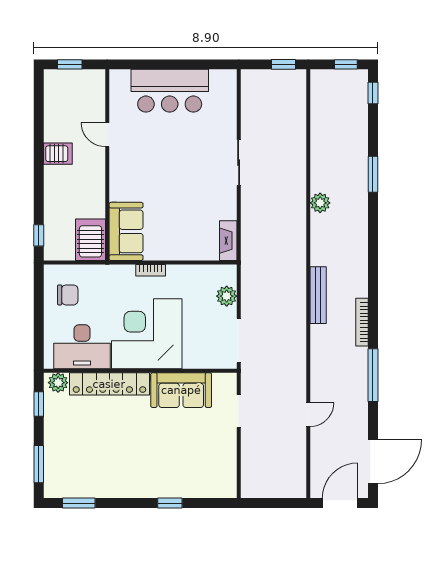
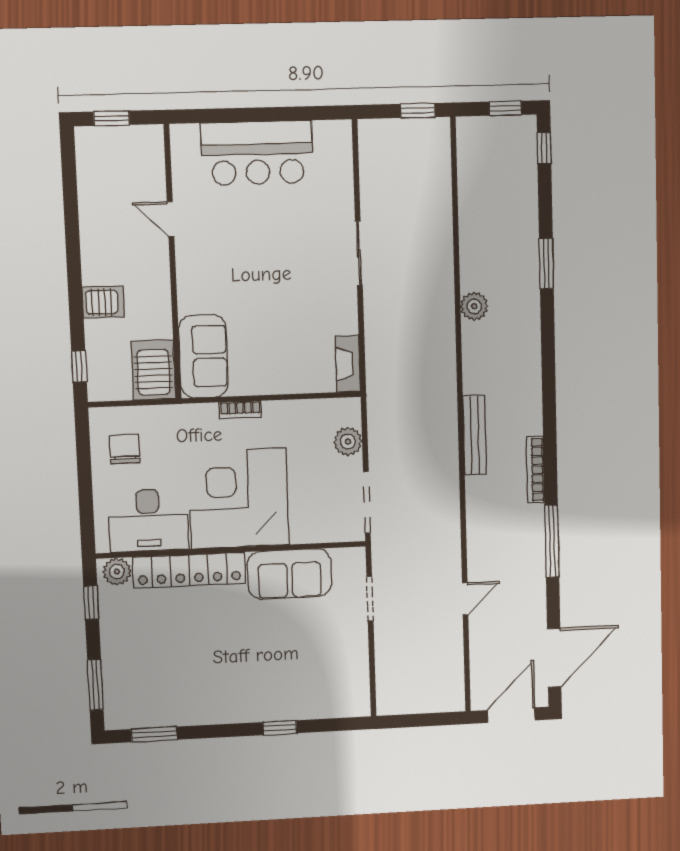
server rack: (58, 154) -> (103, 302), moved
chair: (68, 295) -> (125, 449), turned -90

